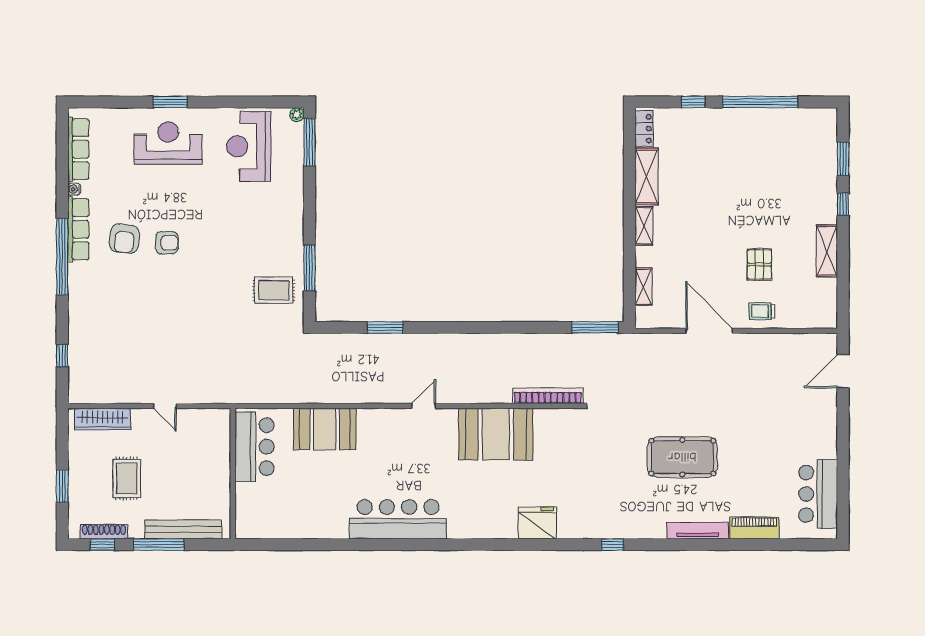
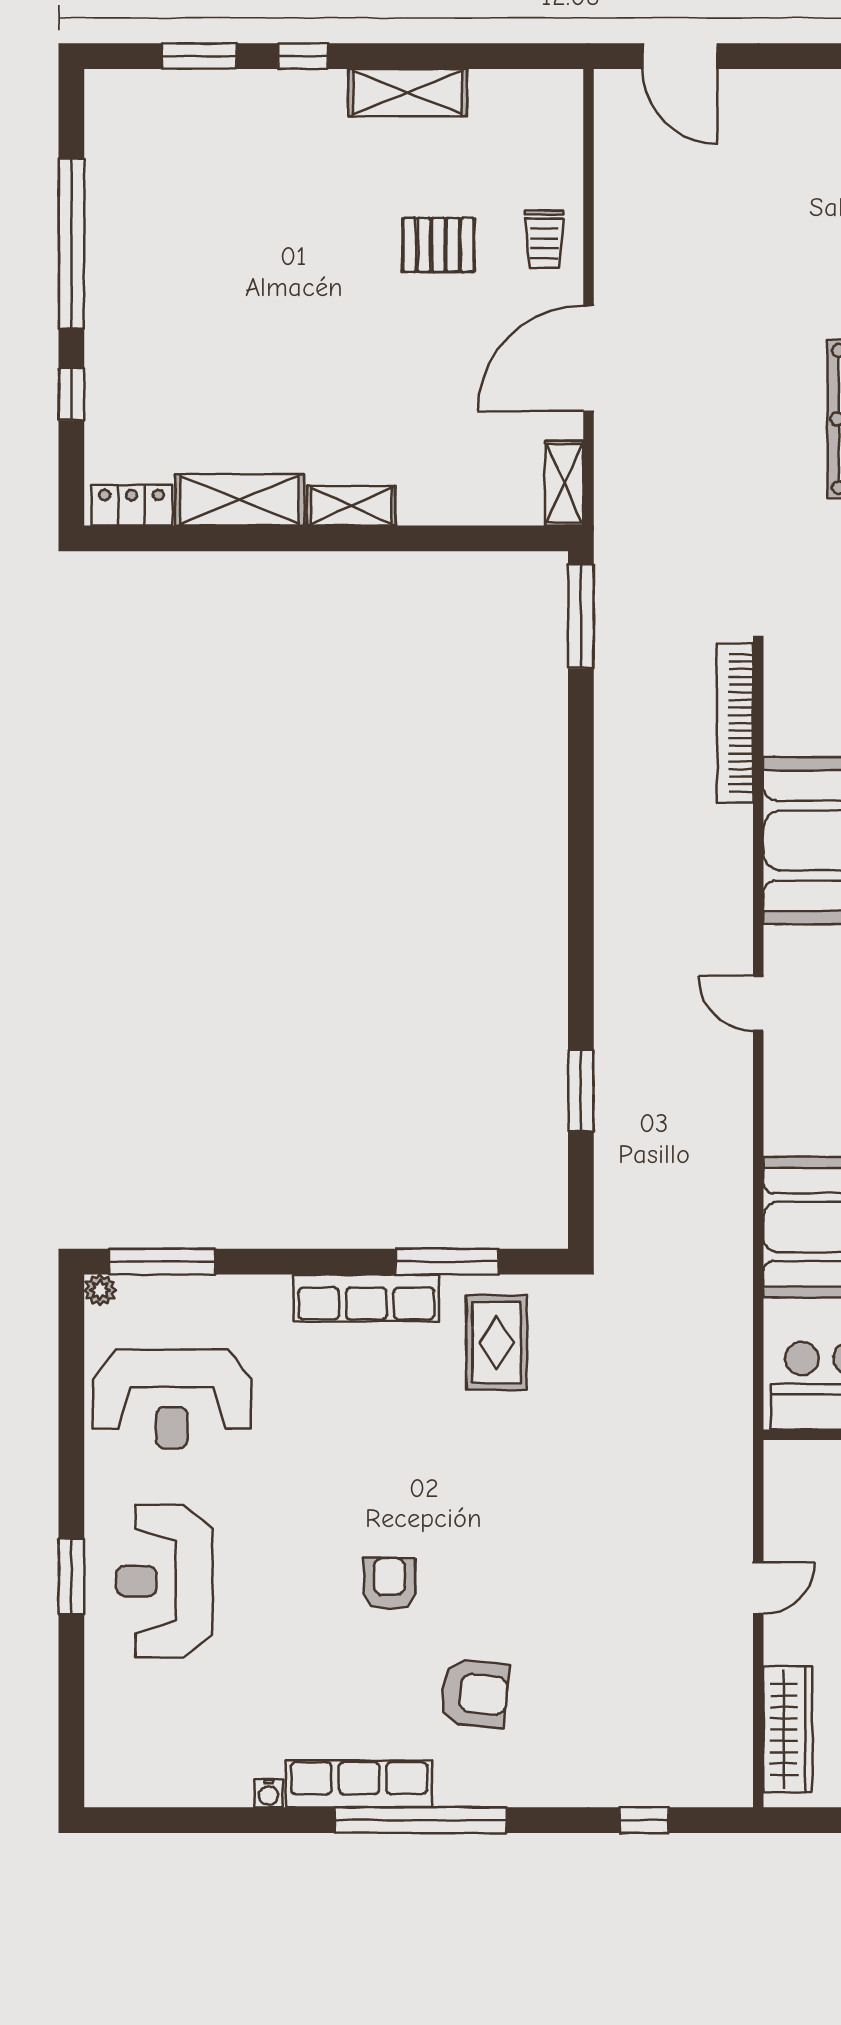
row of seats: (78, 149) -> (366, 1298), moved, turned 180
armchair: (124, 239) -> (474, 1693), moved
shelving: (644, 287) -> (564, 483), moved, turned 90

